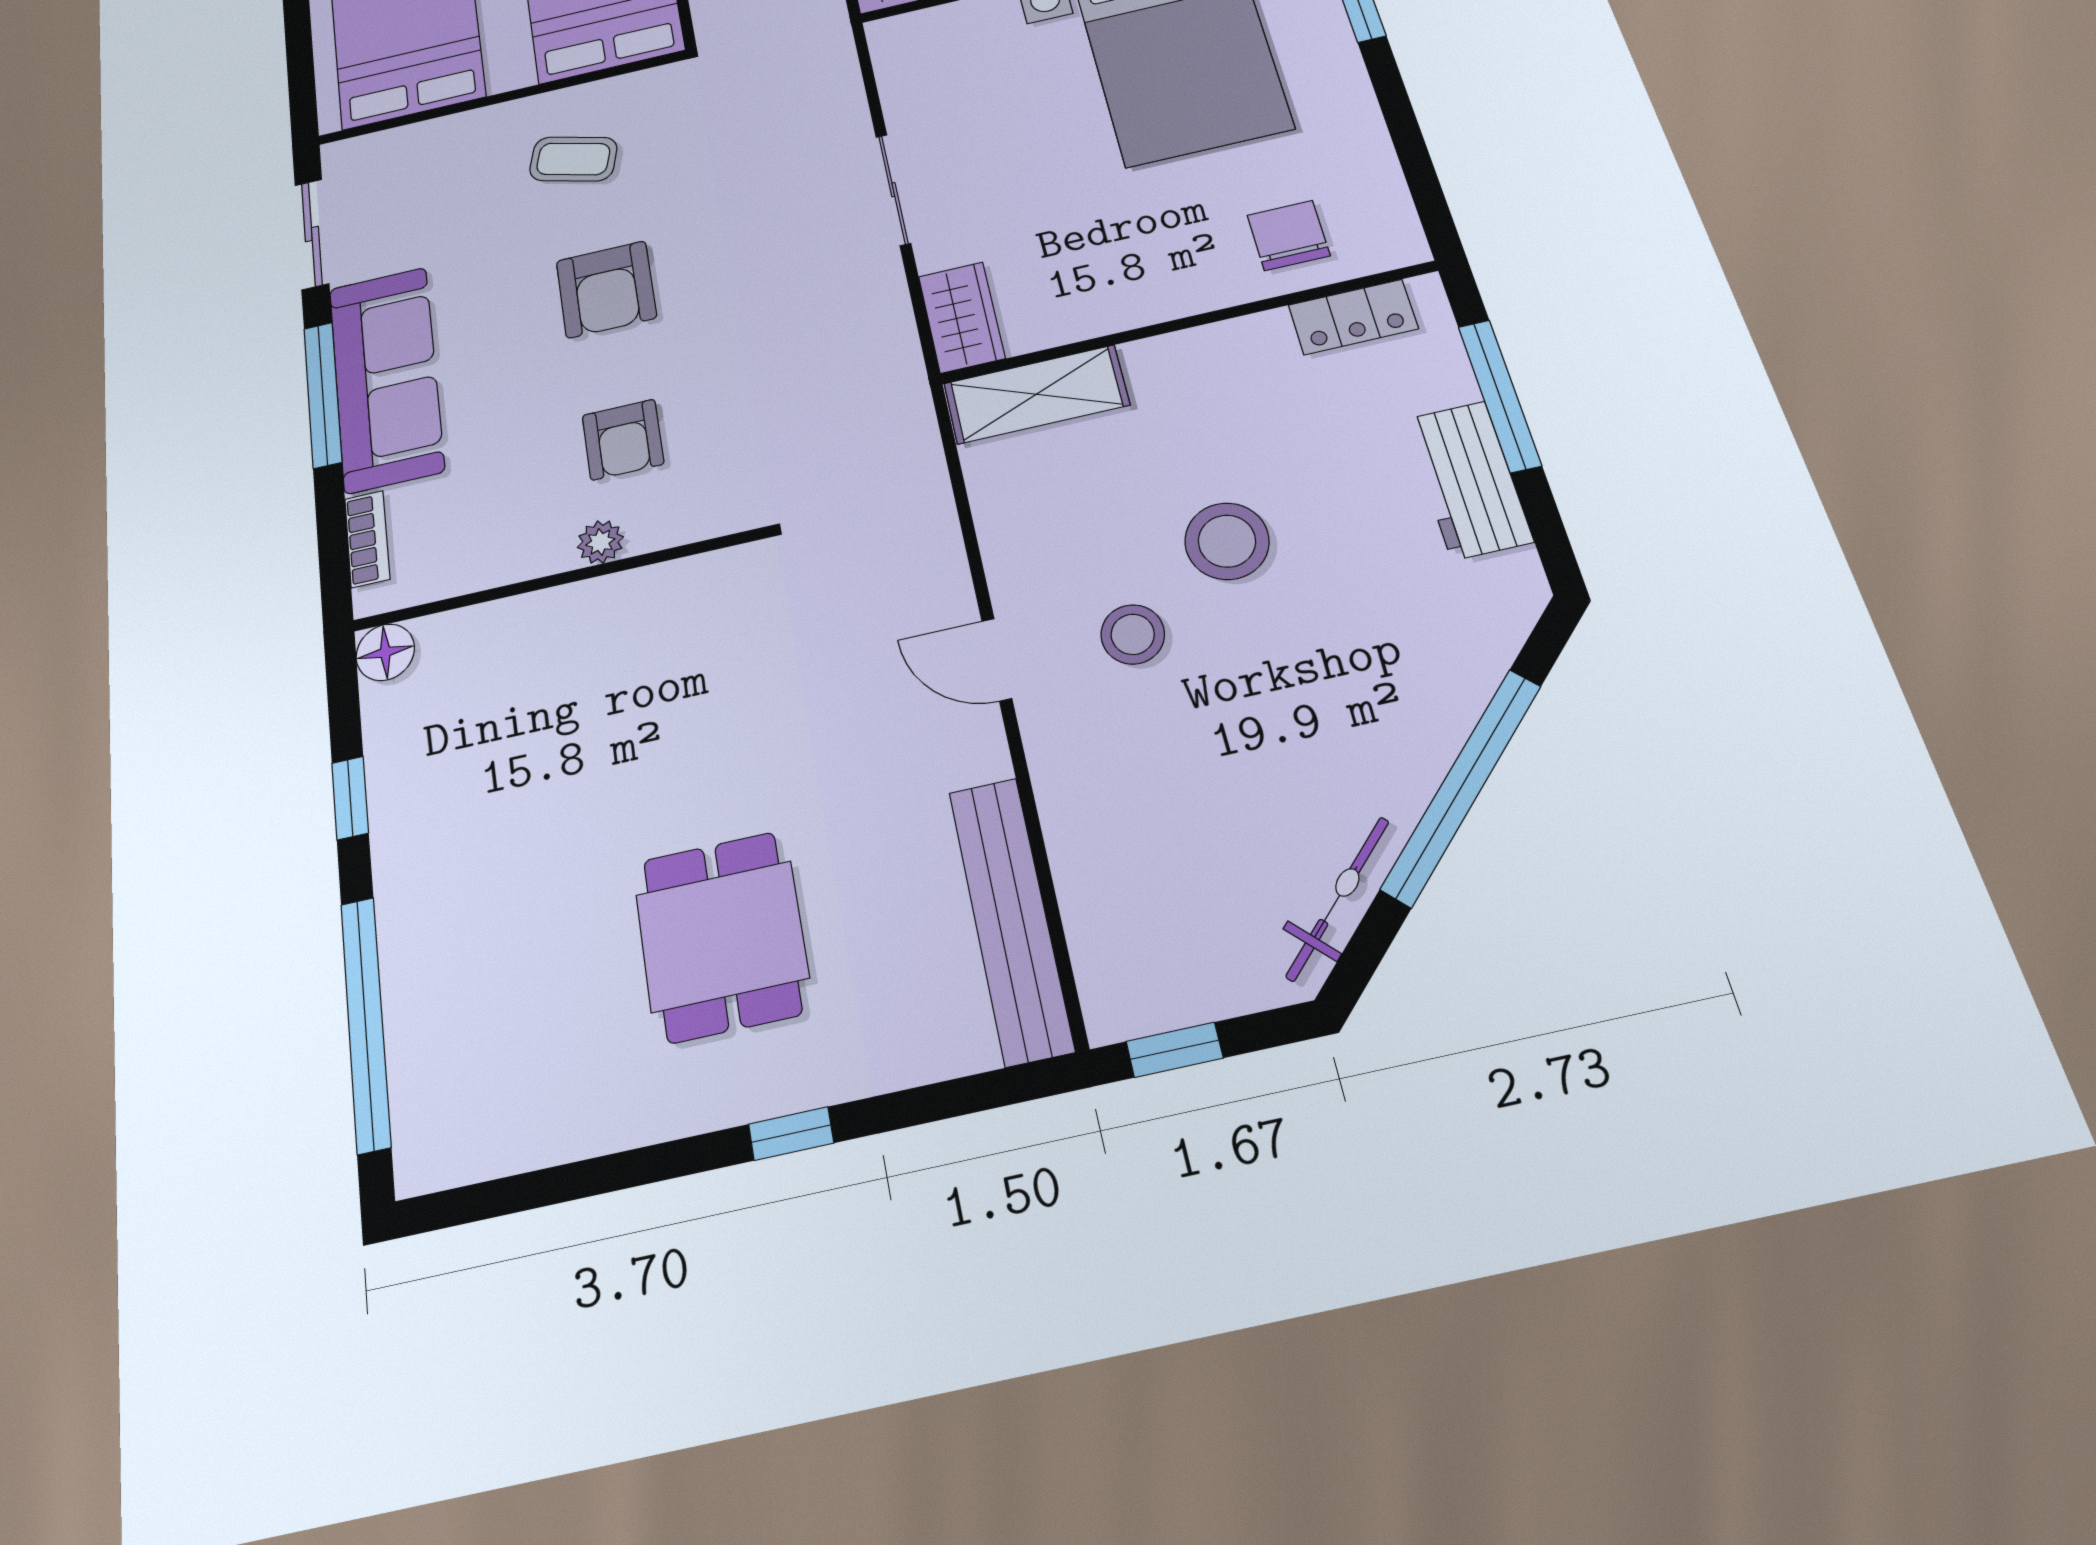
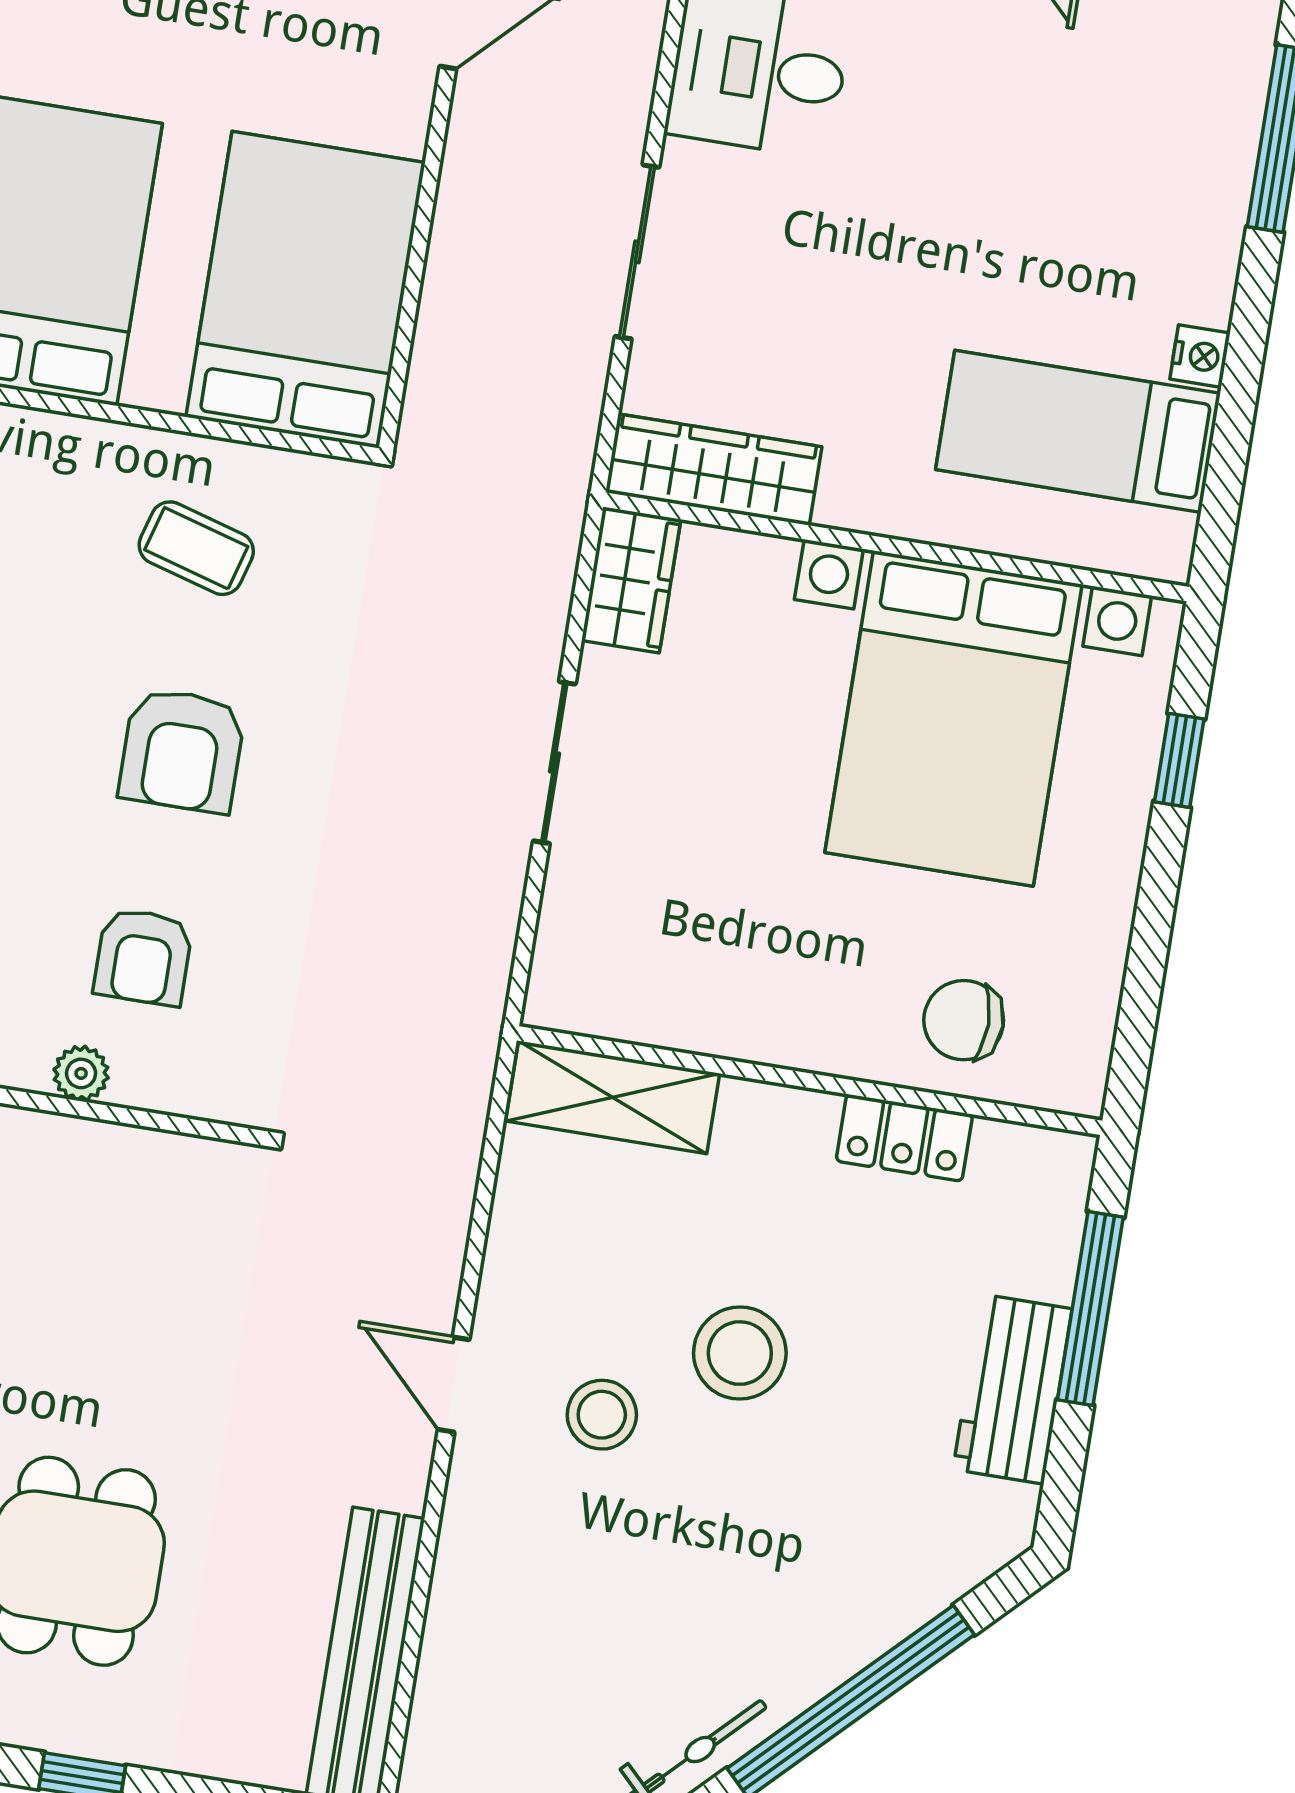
chair: (1289, 235) -> (964, 1020), turned -90
wardrobe: (962, 317) -> (631, 580), moved
locker: (1353, 317) -> (904, 1138), moved

